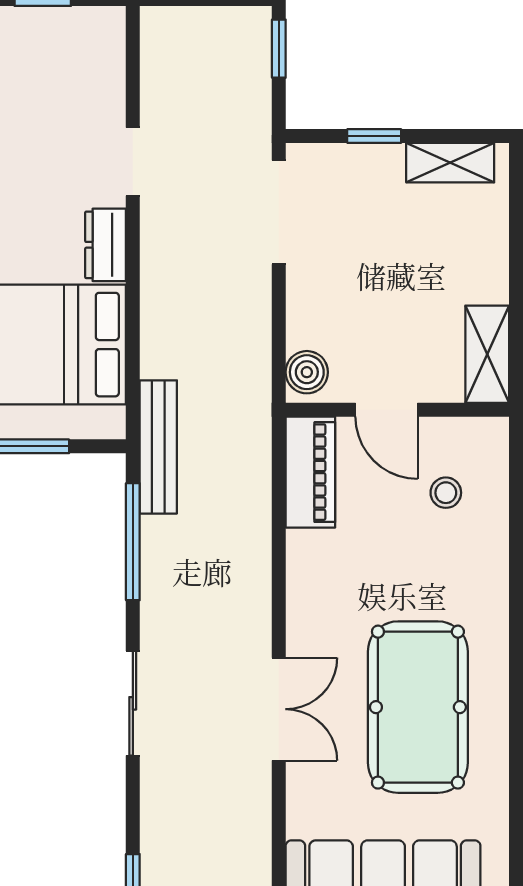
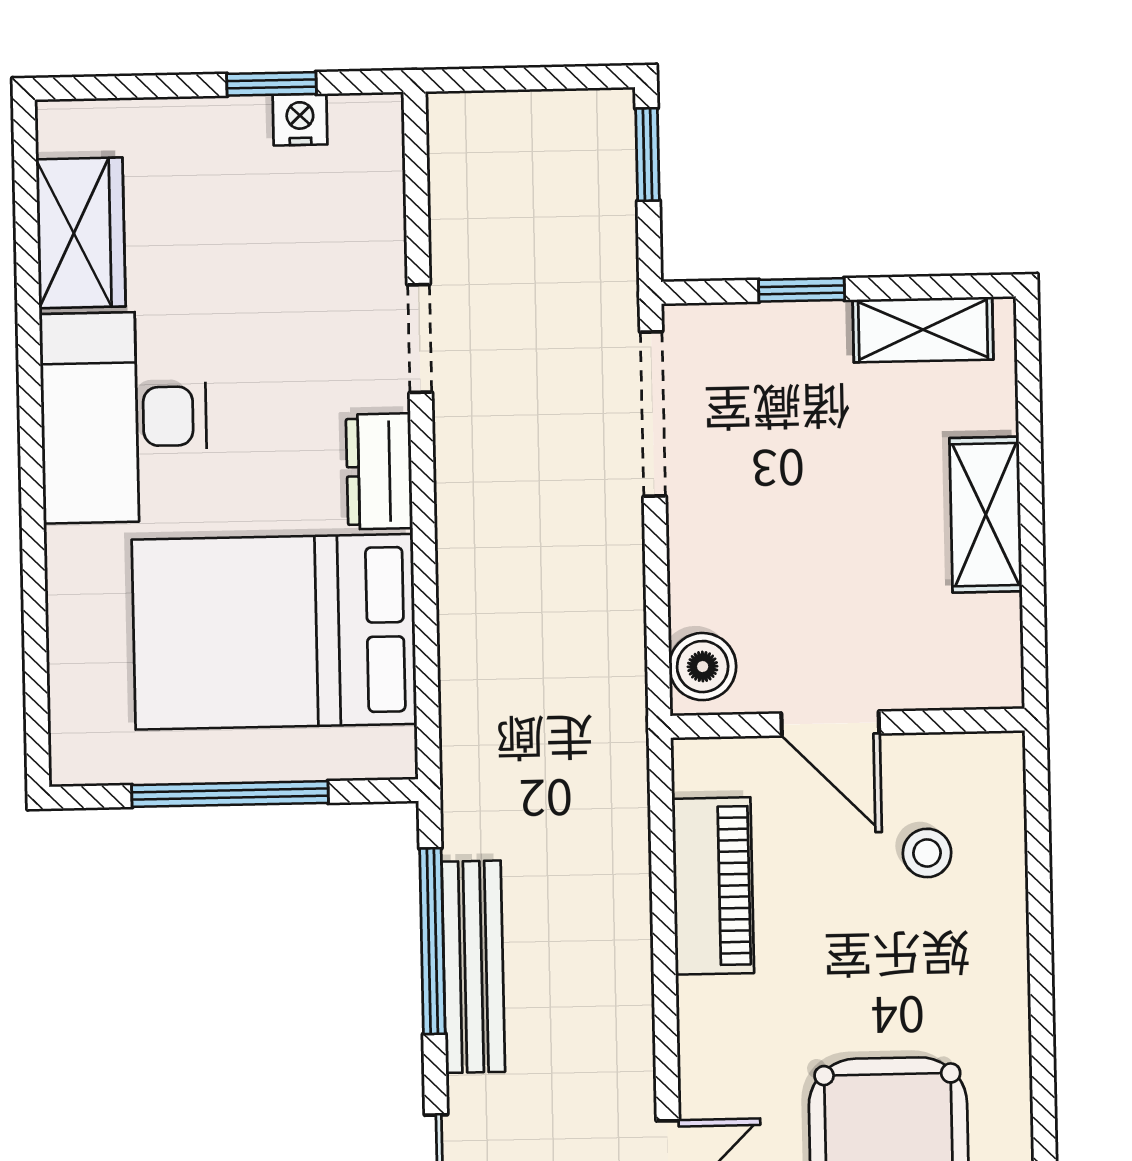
nightstand: (60, 22) -> (300, 120), added
shelving: (487, 354) -> (986, 515), moved
bench: (158, 447) -> (473, 967), moved
piano: (310, 472) -> (713, 886), moved

